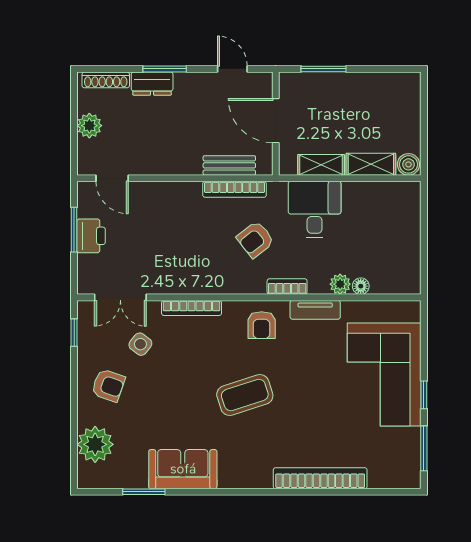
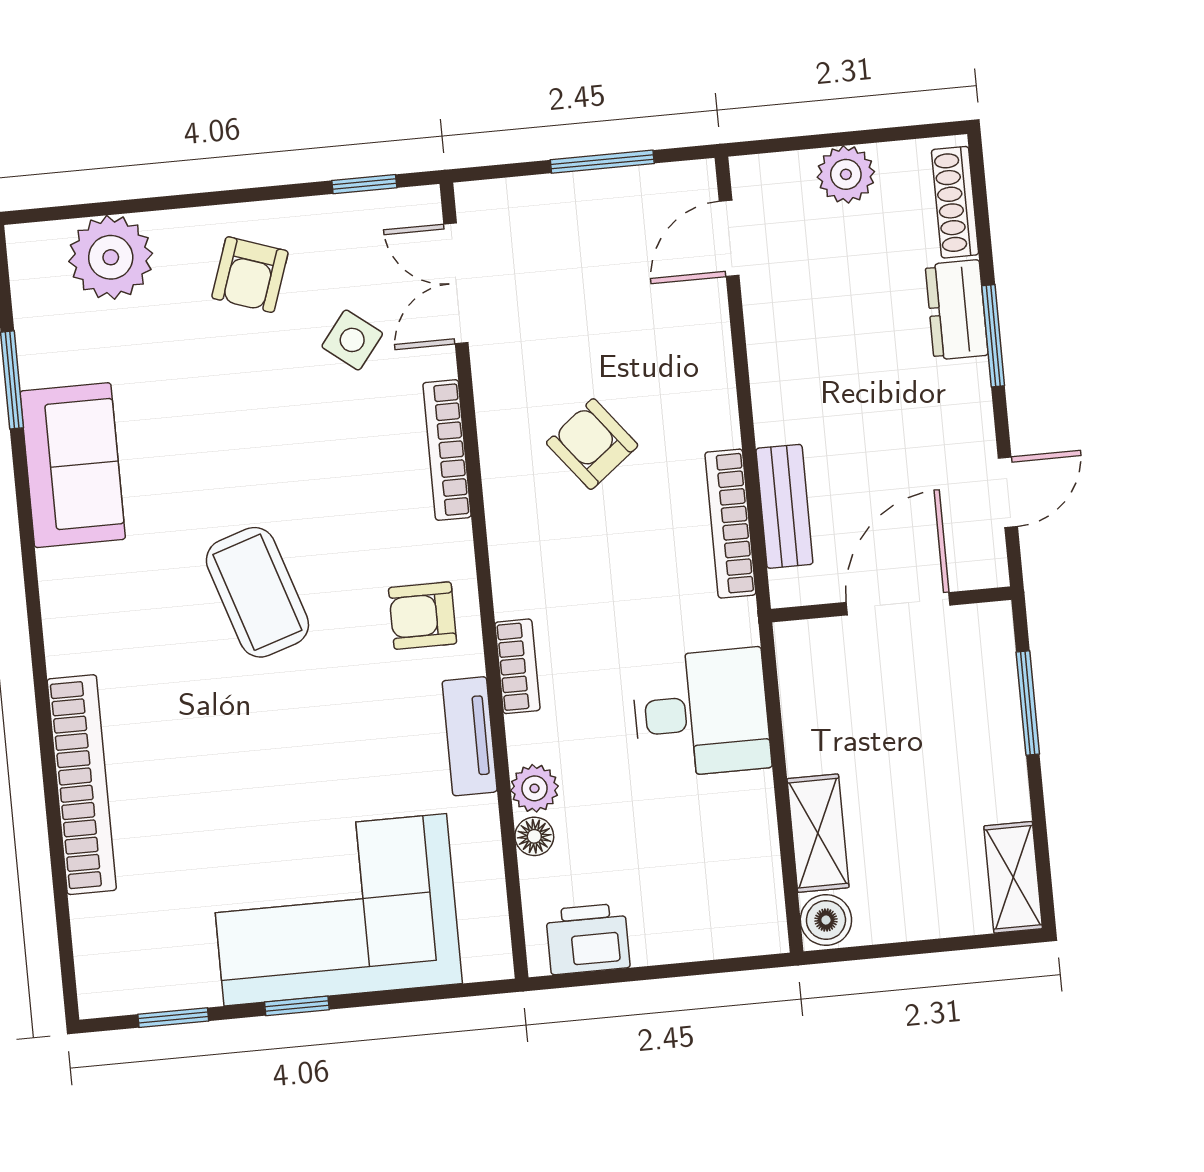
shelving: (321, 165) -> (1013, 877), moved
printer: (91, 236) -> (588, 939), moved, turned 180
armchair: (255, 239) -> (592, 444), moved
window: (424, 448) -> (173, 1018), width x0.67

